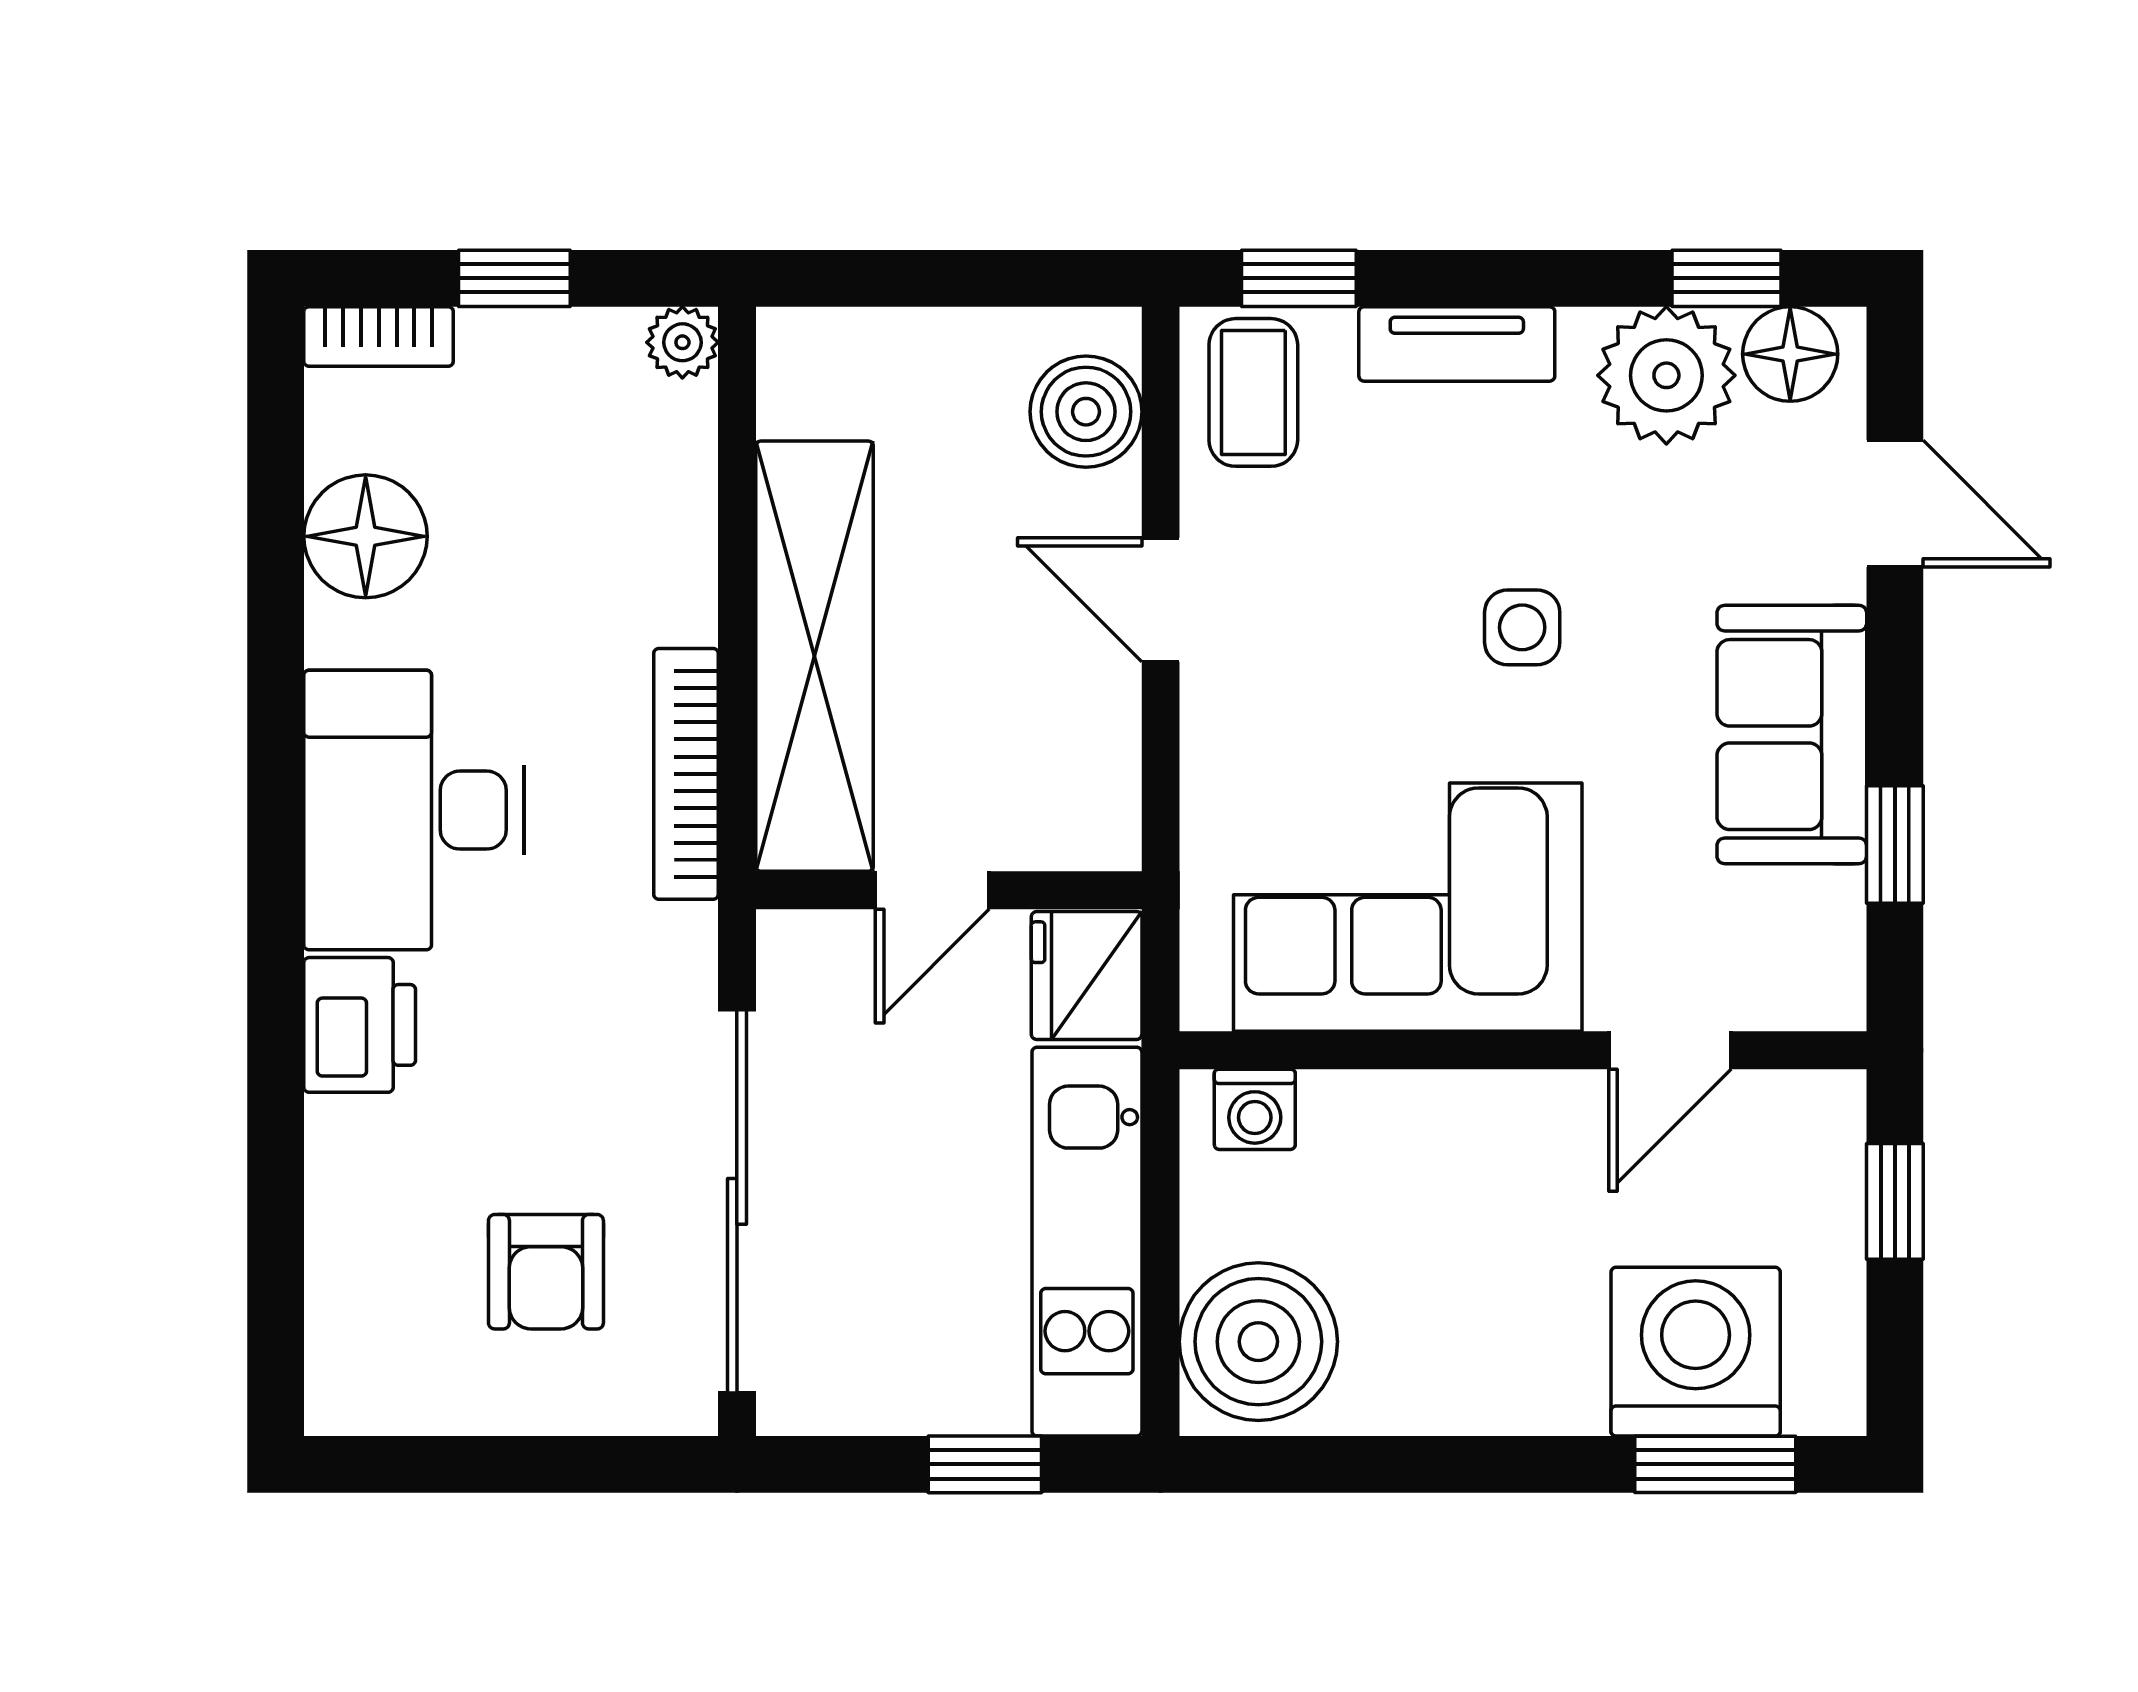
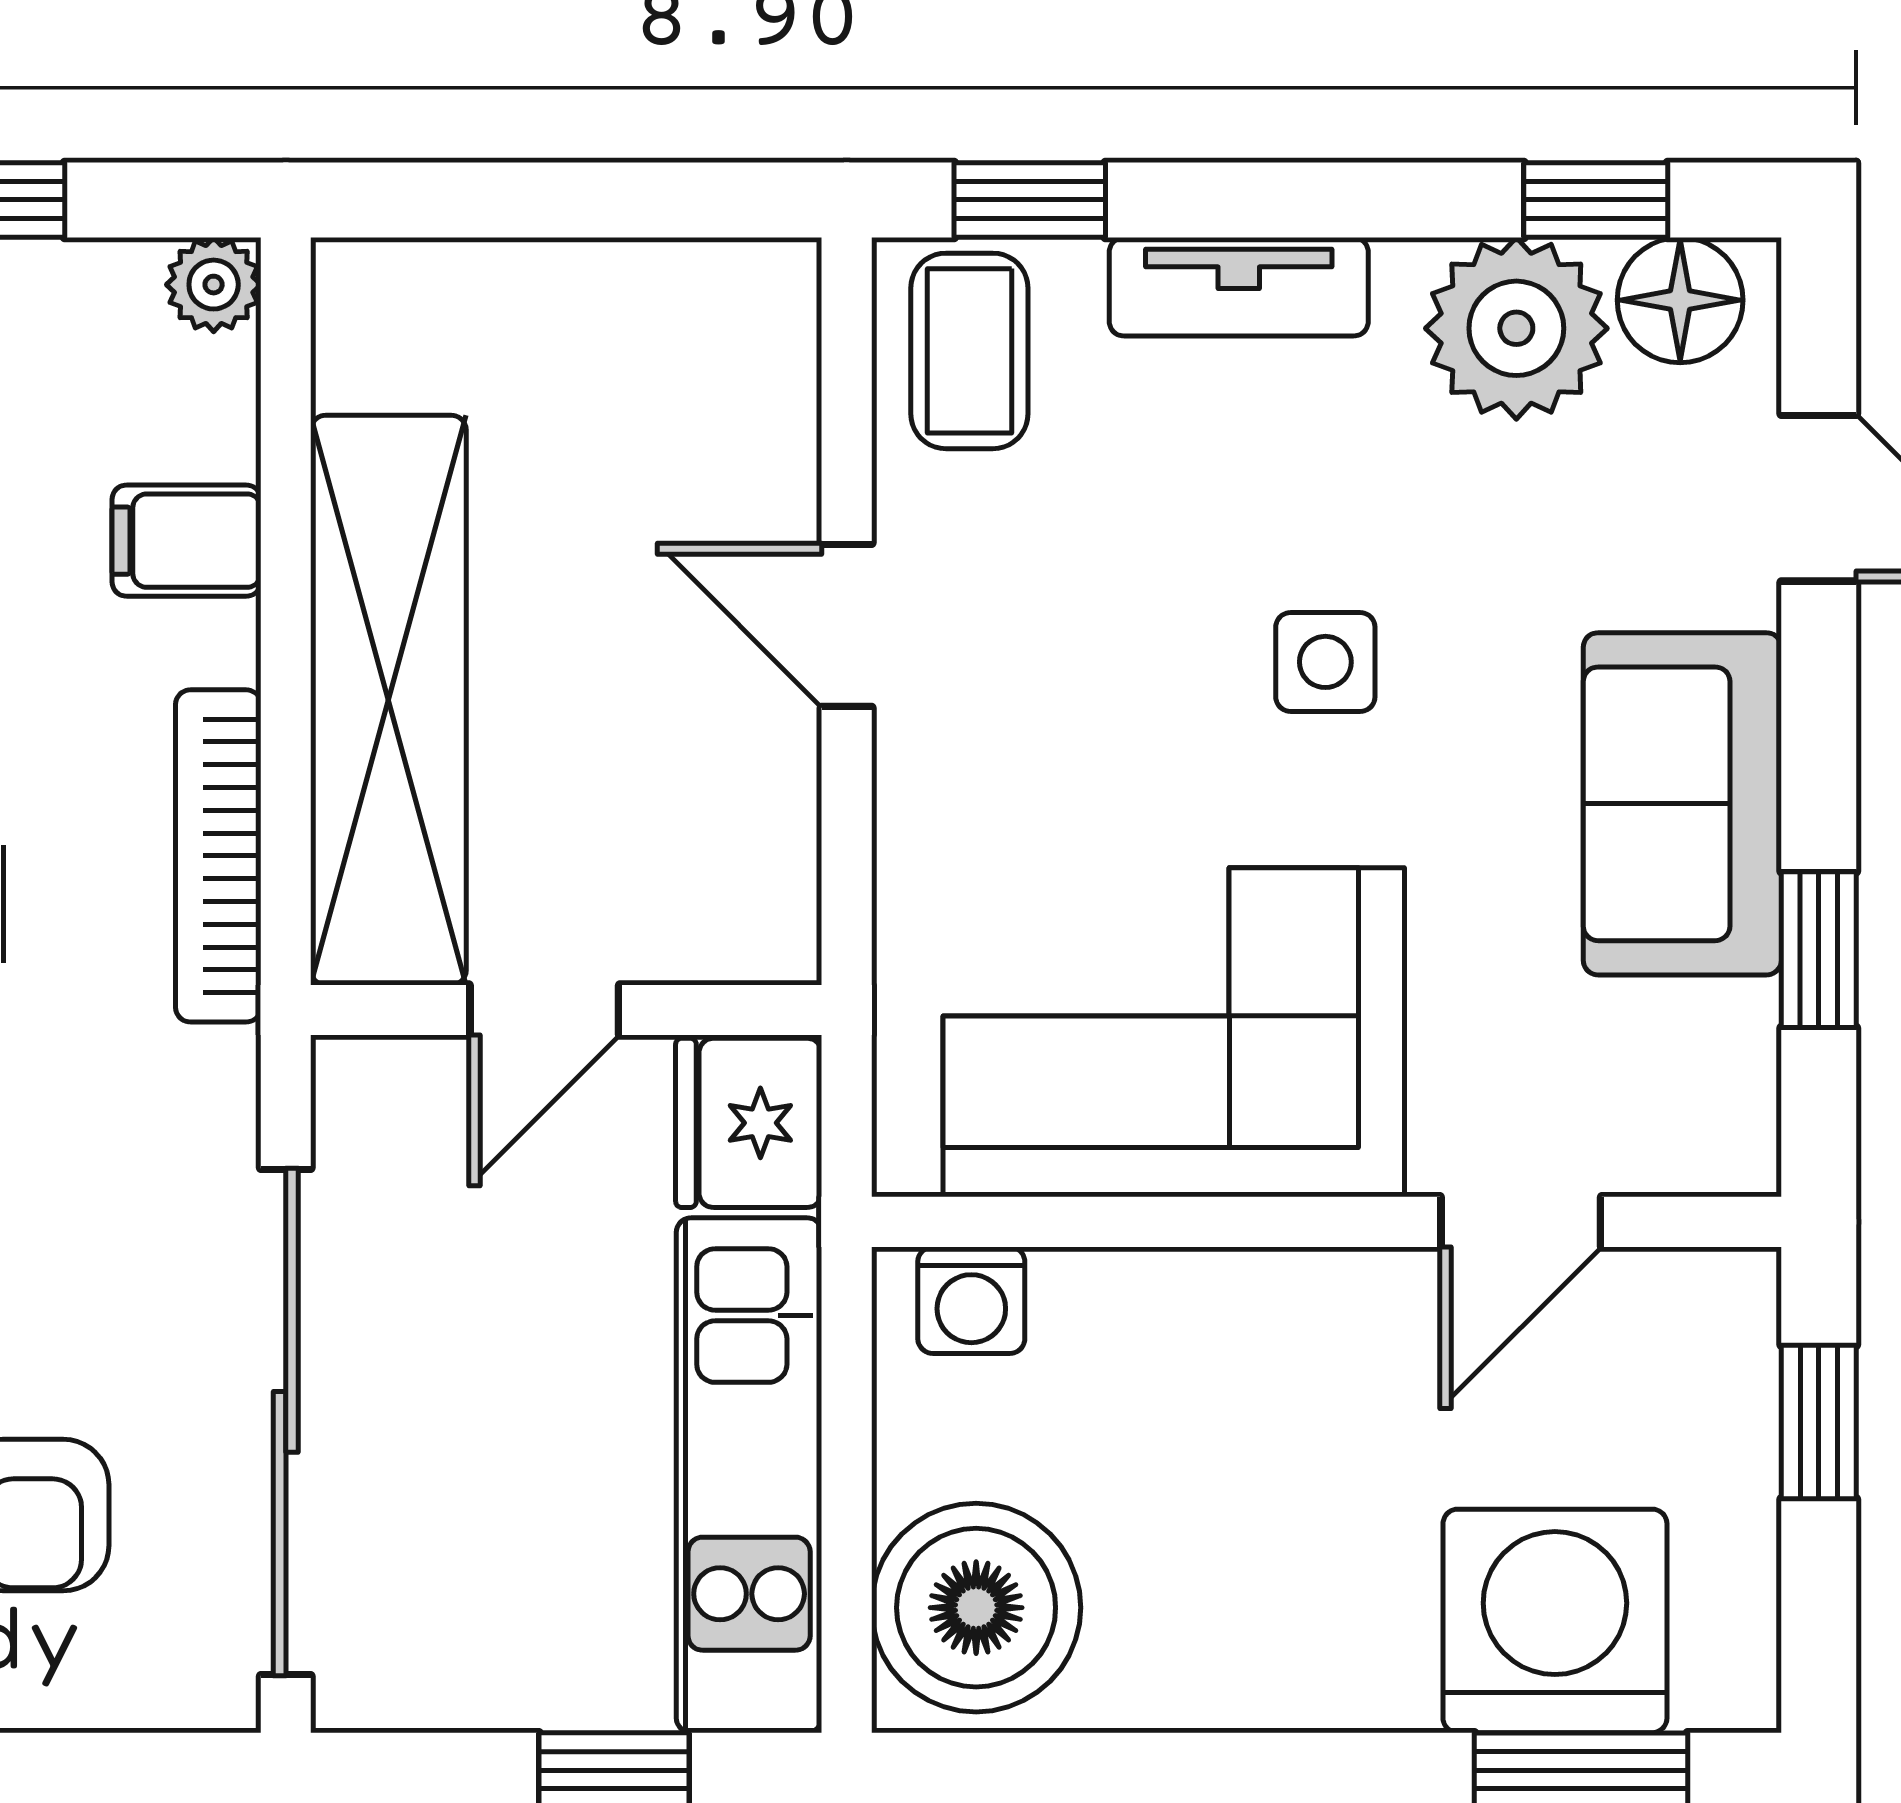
boiler: (1086, 412) -> (748, 376), removed
filing cabinet: (662, 536) -> (186, 541), added

